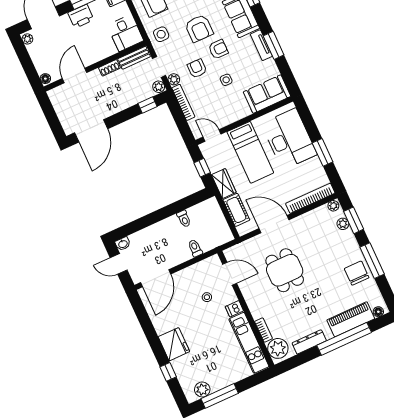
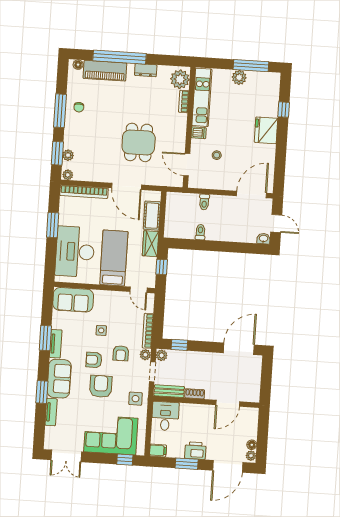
floor lamp: (45, 79) -> (252, 445), moved
chair: (357, 273) -> (79, 107), width x0.54, depth x0.54
dresser: (309, 342) -> (146, 70), width x0.70
plant: (202, 390) -> (239, 77), moved

